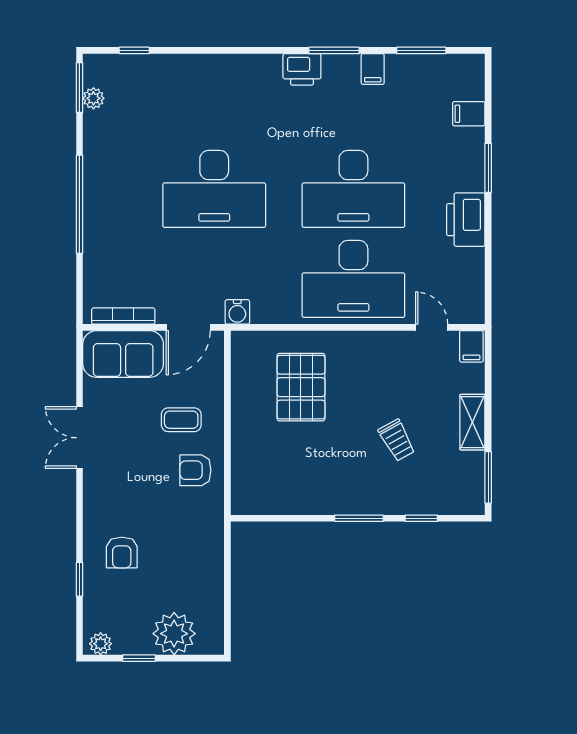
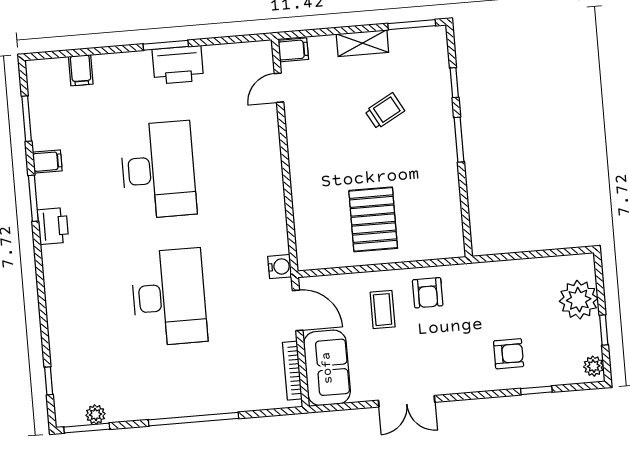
window: (488, 168) -> (166, 45), moved
desk: (353, 279) -> (241, 163), removed
pallet: (301, 387) -> (373, 219), moved, turned 90

